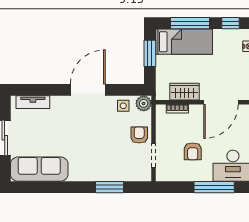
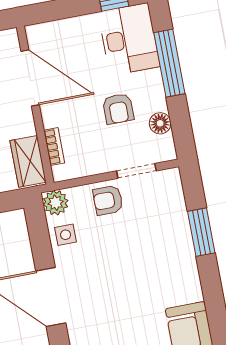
wardrobe: (185, 92) -> (28, 161), moved
armchair: (193, 151) -> (118, 109), turned 90
floor lamp: (179, 175) -> (160, 123), added

